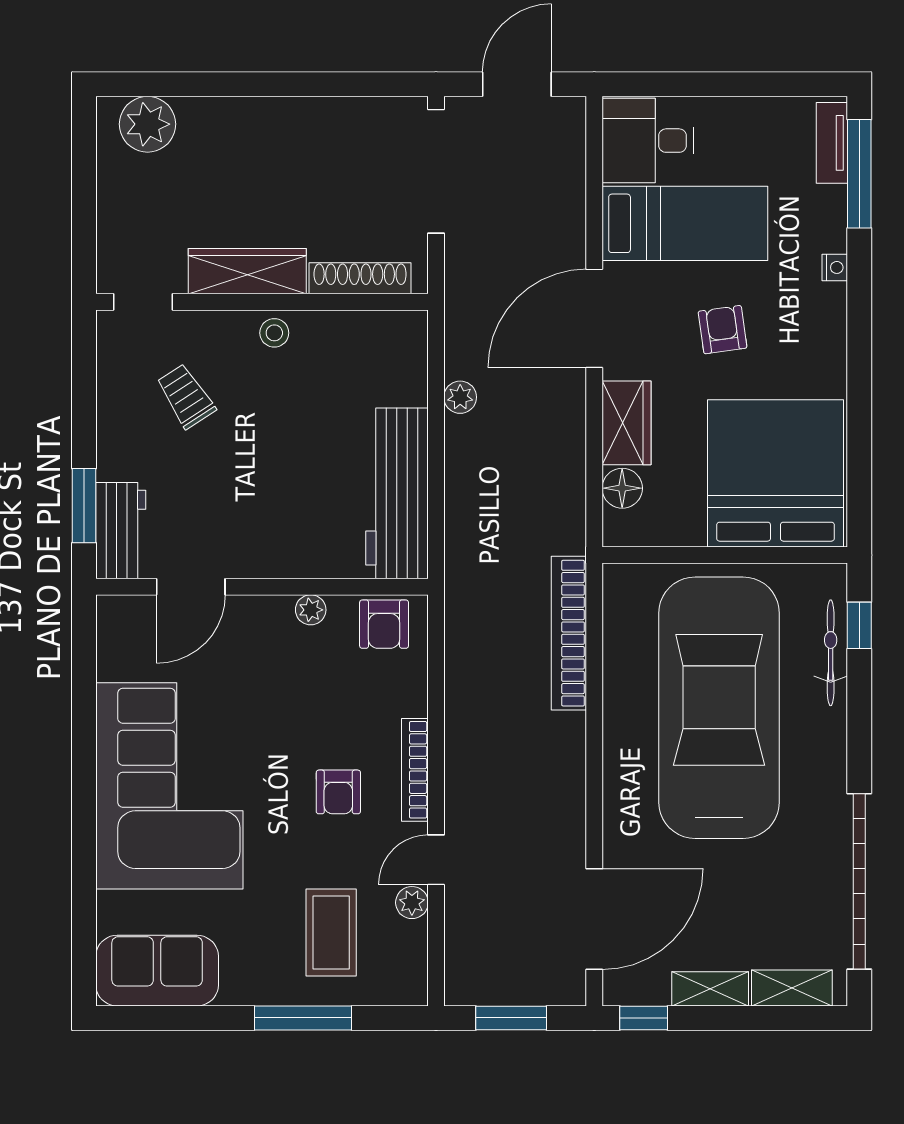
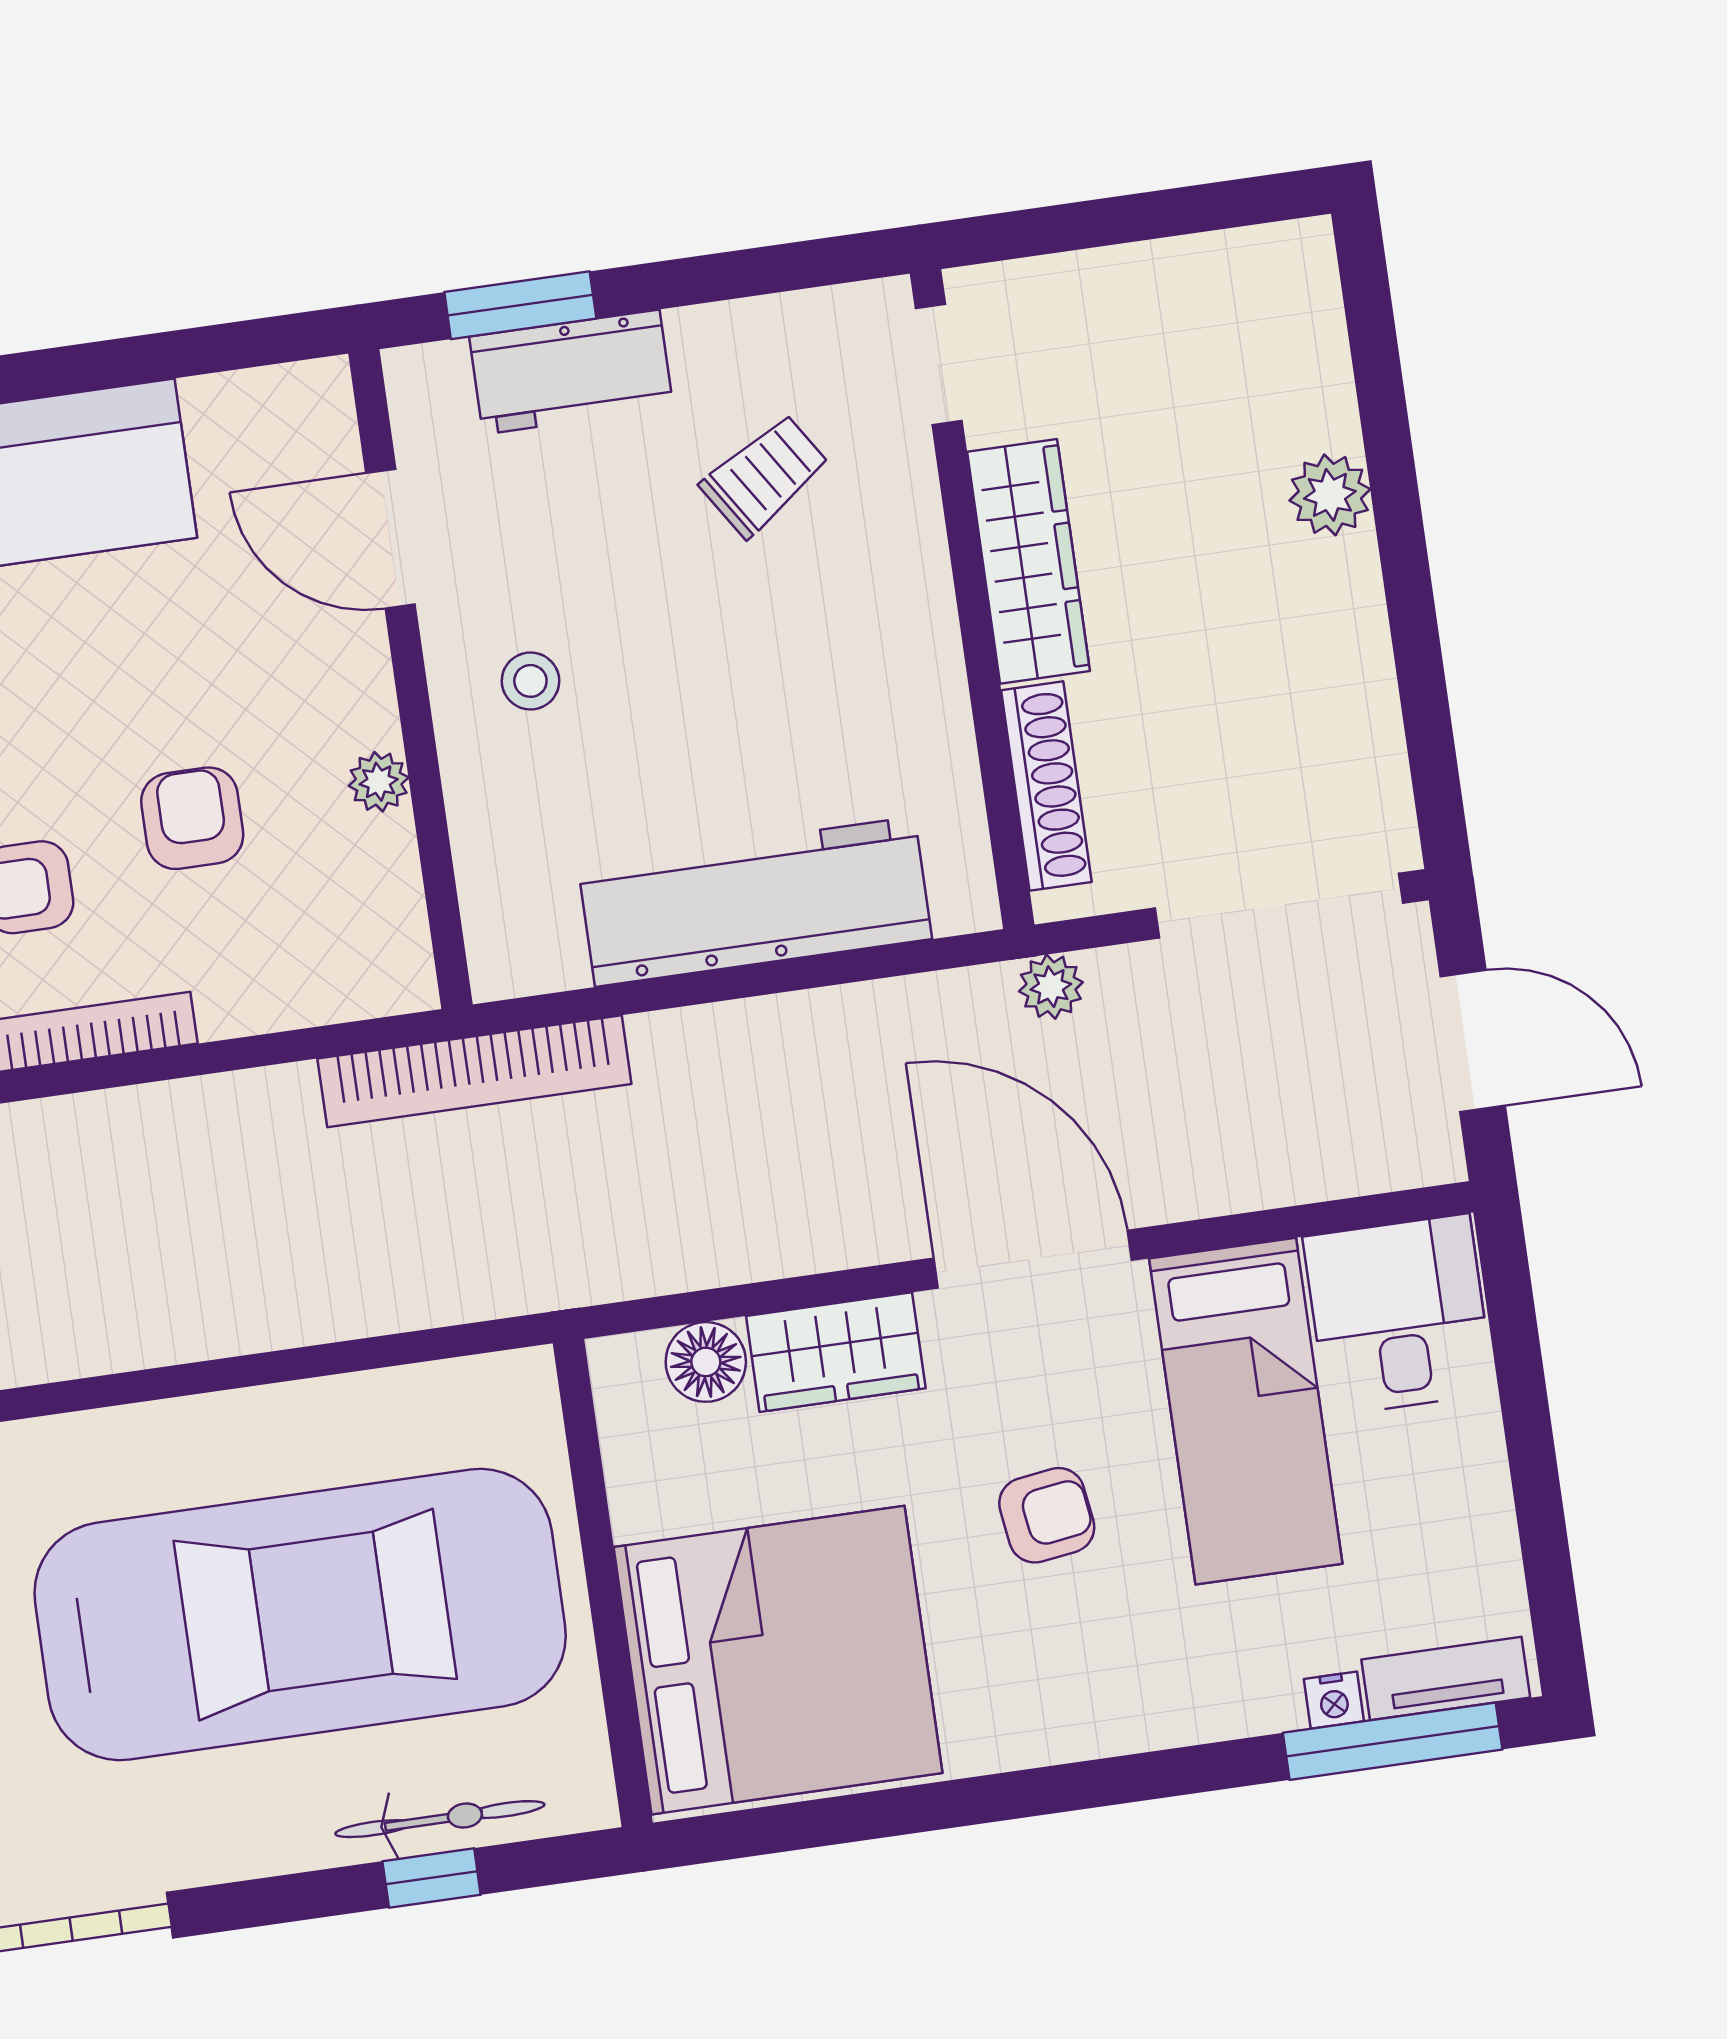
plant: (148, 124) -> (1330, 495), moved, width x0.73, depth x0.73
nightstand: (835, 267) -> (1334, 1700), moved
stool: (274, 333) -> (530, 681), moved
plant: (460, 397) -> (1051, 987), moved
workbench: (397, 493) -> (755, 902), moved
workbench: (121, 531) -> (571, 372), moved
armchair: (384, 624) -> (192, 818), moved, turned 90
window: (859, 625) -> (432, 1878), moved
bookcase: (569, 633) -> (474, 1071), moved, turned 180

